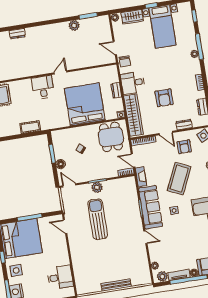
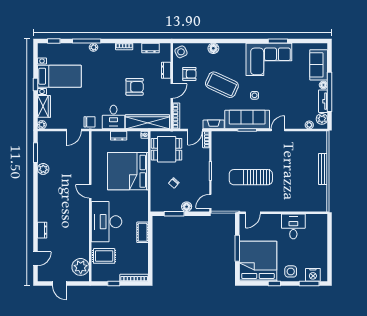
desk: (43, 87) -> (106, 222), width x1.87, depth x1.30
plant: (97, 187) -> (217, 172), removed
desk: (60, 277) -> (293, 226), moved

